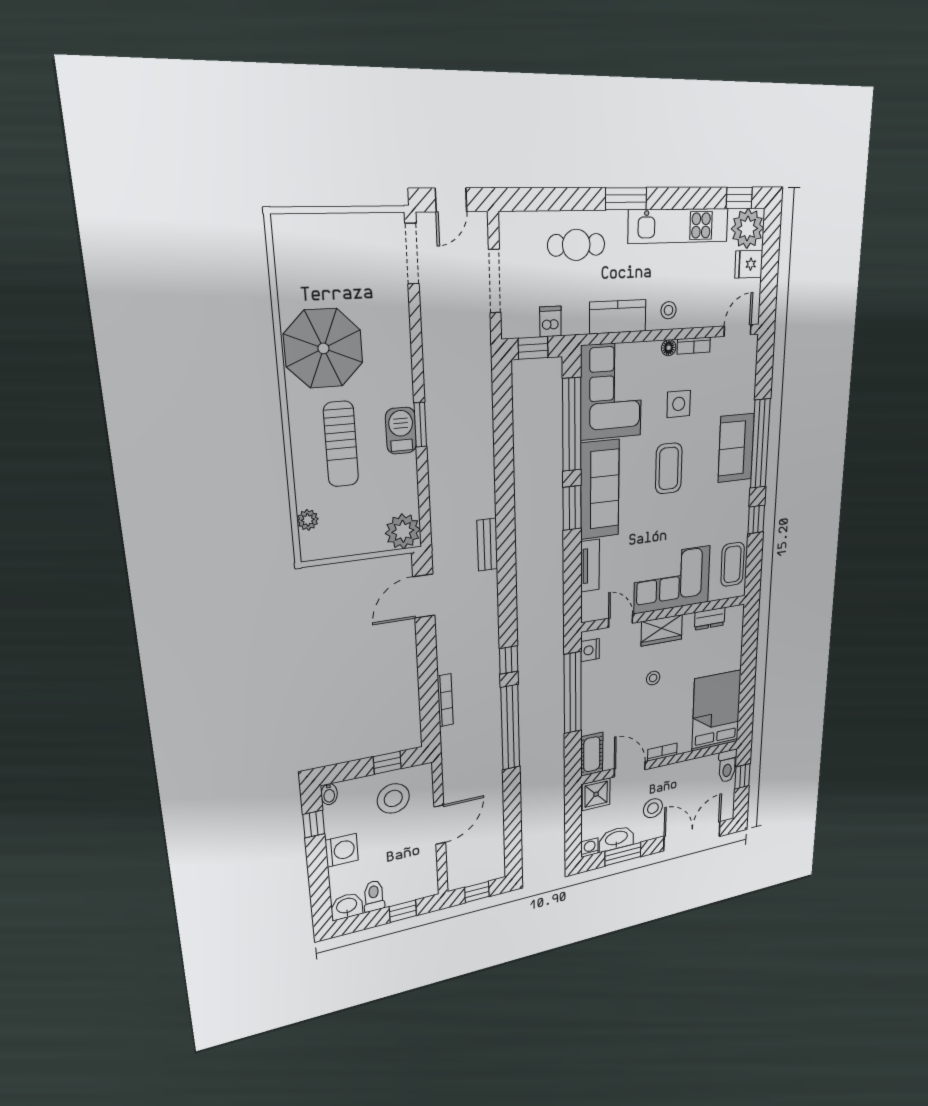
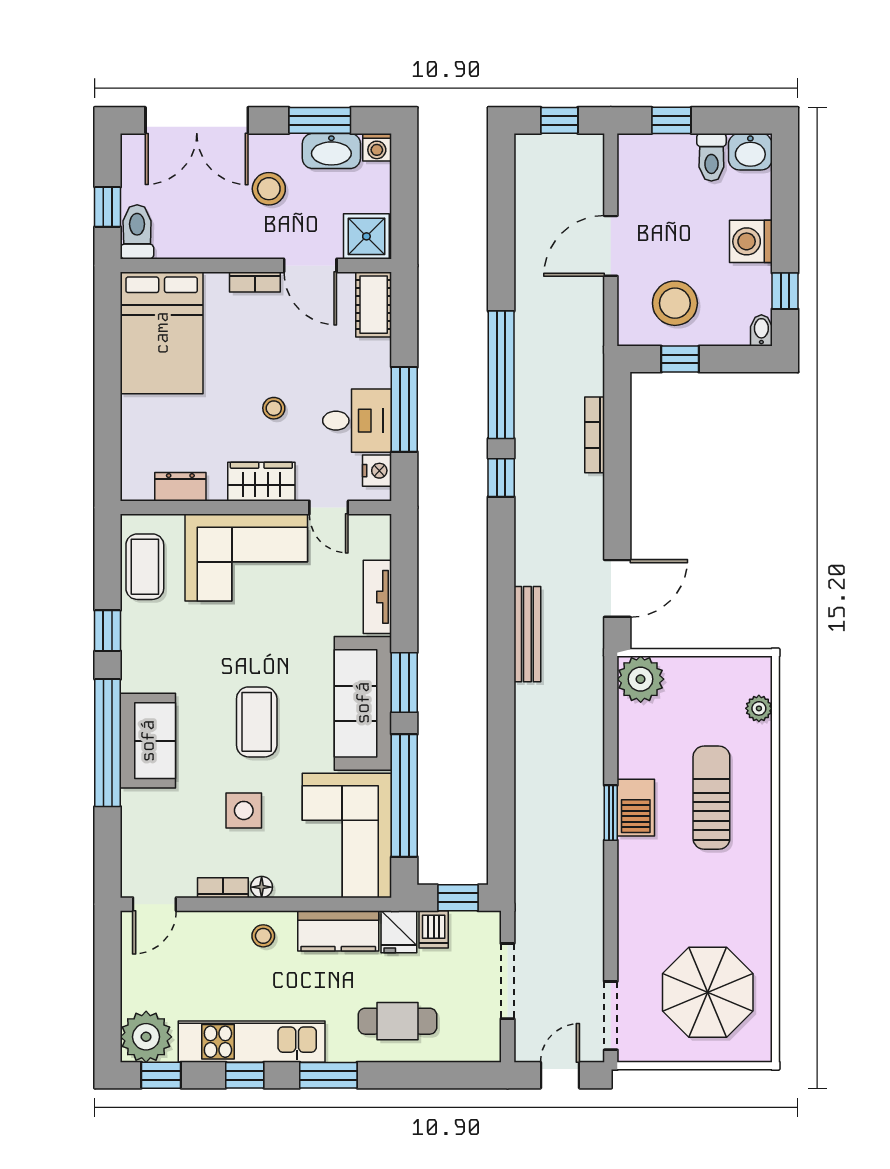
window: (684, 198) -> (245, 1075), added
fridge: (749, 264) -> (399, 932), moved, turned 90
parasol: (323, 348) -> (708, 992), moved
bench: (487, 545) -> (527, 634), width x1.36
desk: (602, 680) -> (357, 421), added
window: (573, 693) -> (404, 409), width x0.68

